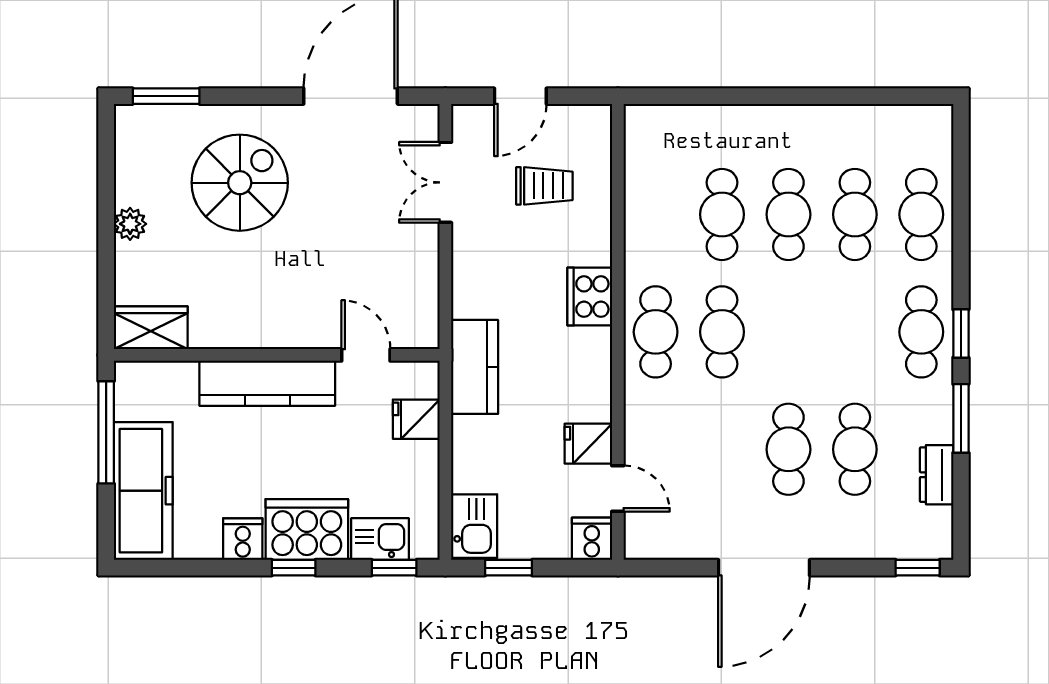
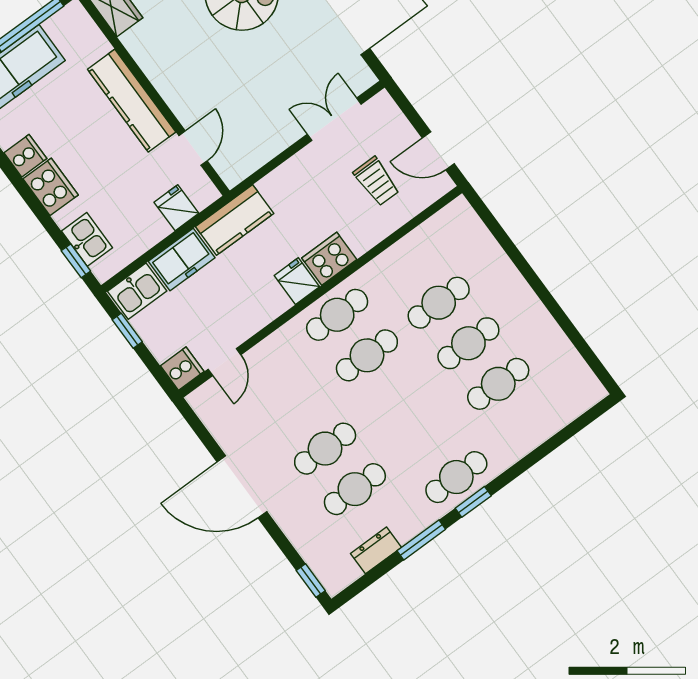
door: (520, 96) -> (438, 151), moved
cafe table: (921, 214) -> (528, 424), removed
fridge: (588, 444) -> (297, 281), moved
freezer: (475, 454) -> (182, 260), added
cooker: (307, 529) -> (51, 187), width x0.73, depth x0.76
window: (294, 568) -> (31, 199), removed

